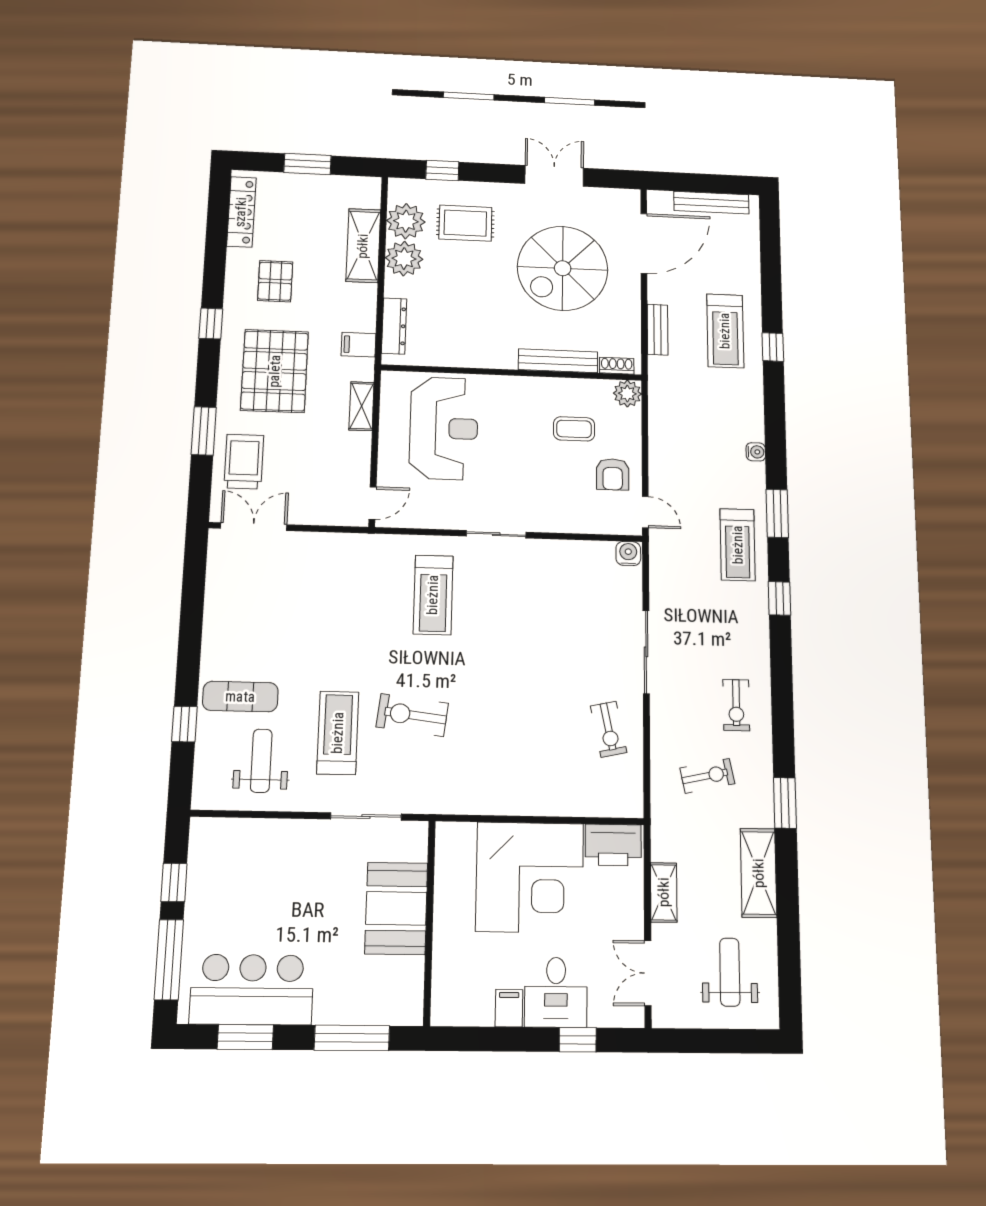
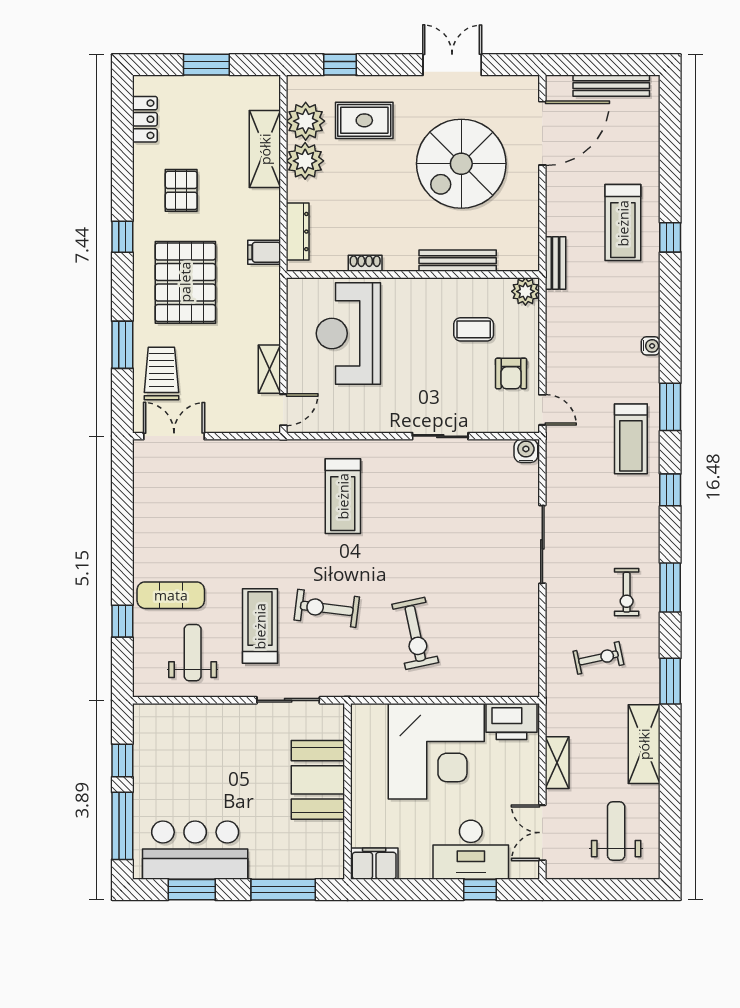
locker: (241, 212) -> (145, 119), width x0.66
bench: (658, 330) -> (556, 263), moved
shoe rack: (617, 366) -> (365, 263), moved
shelving: (361, 406) -> (269, 369), moved
reception desk: (444, 428) -> (348, 333), turned 180
sliding door: (496, 534) -> (440, 436), moved
window: (782, 701) -> (670, 587), added
exercise bike: (609, 729) -> (415, 633), moved, width x1.38, depth x1.39
desk: (556, 992) -> (471, 850), width x1.37
filing cabinet: (509, 1008) -> (374, 864), moved, width x2.00

